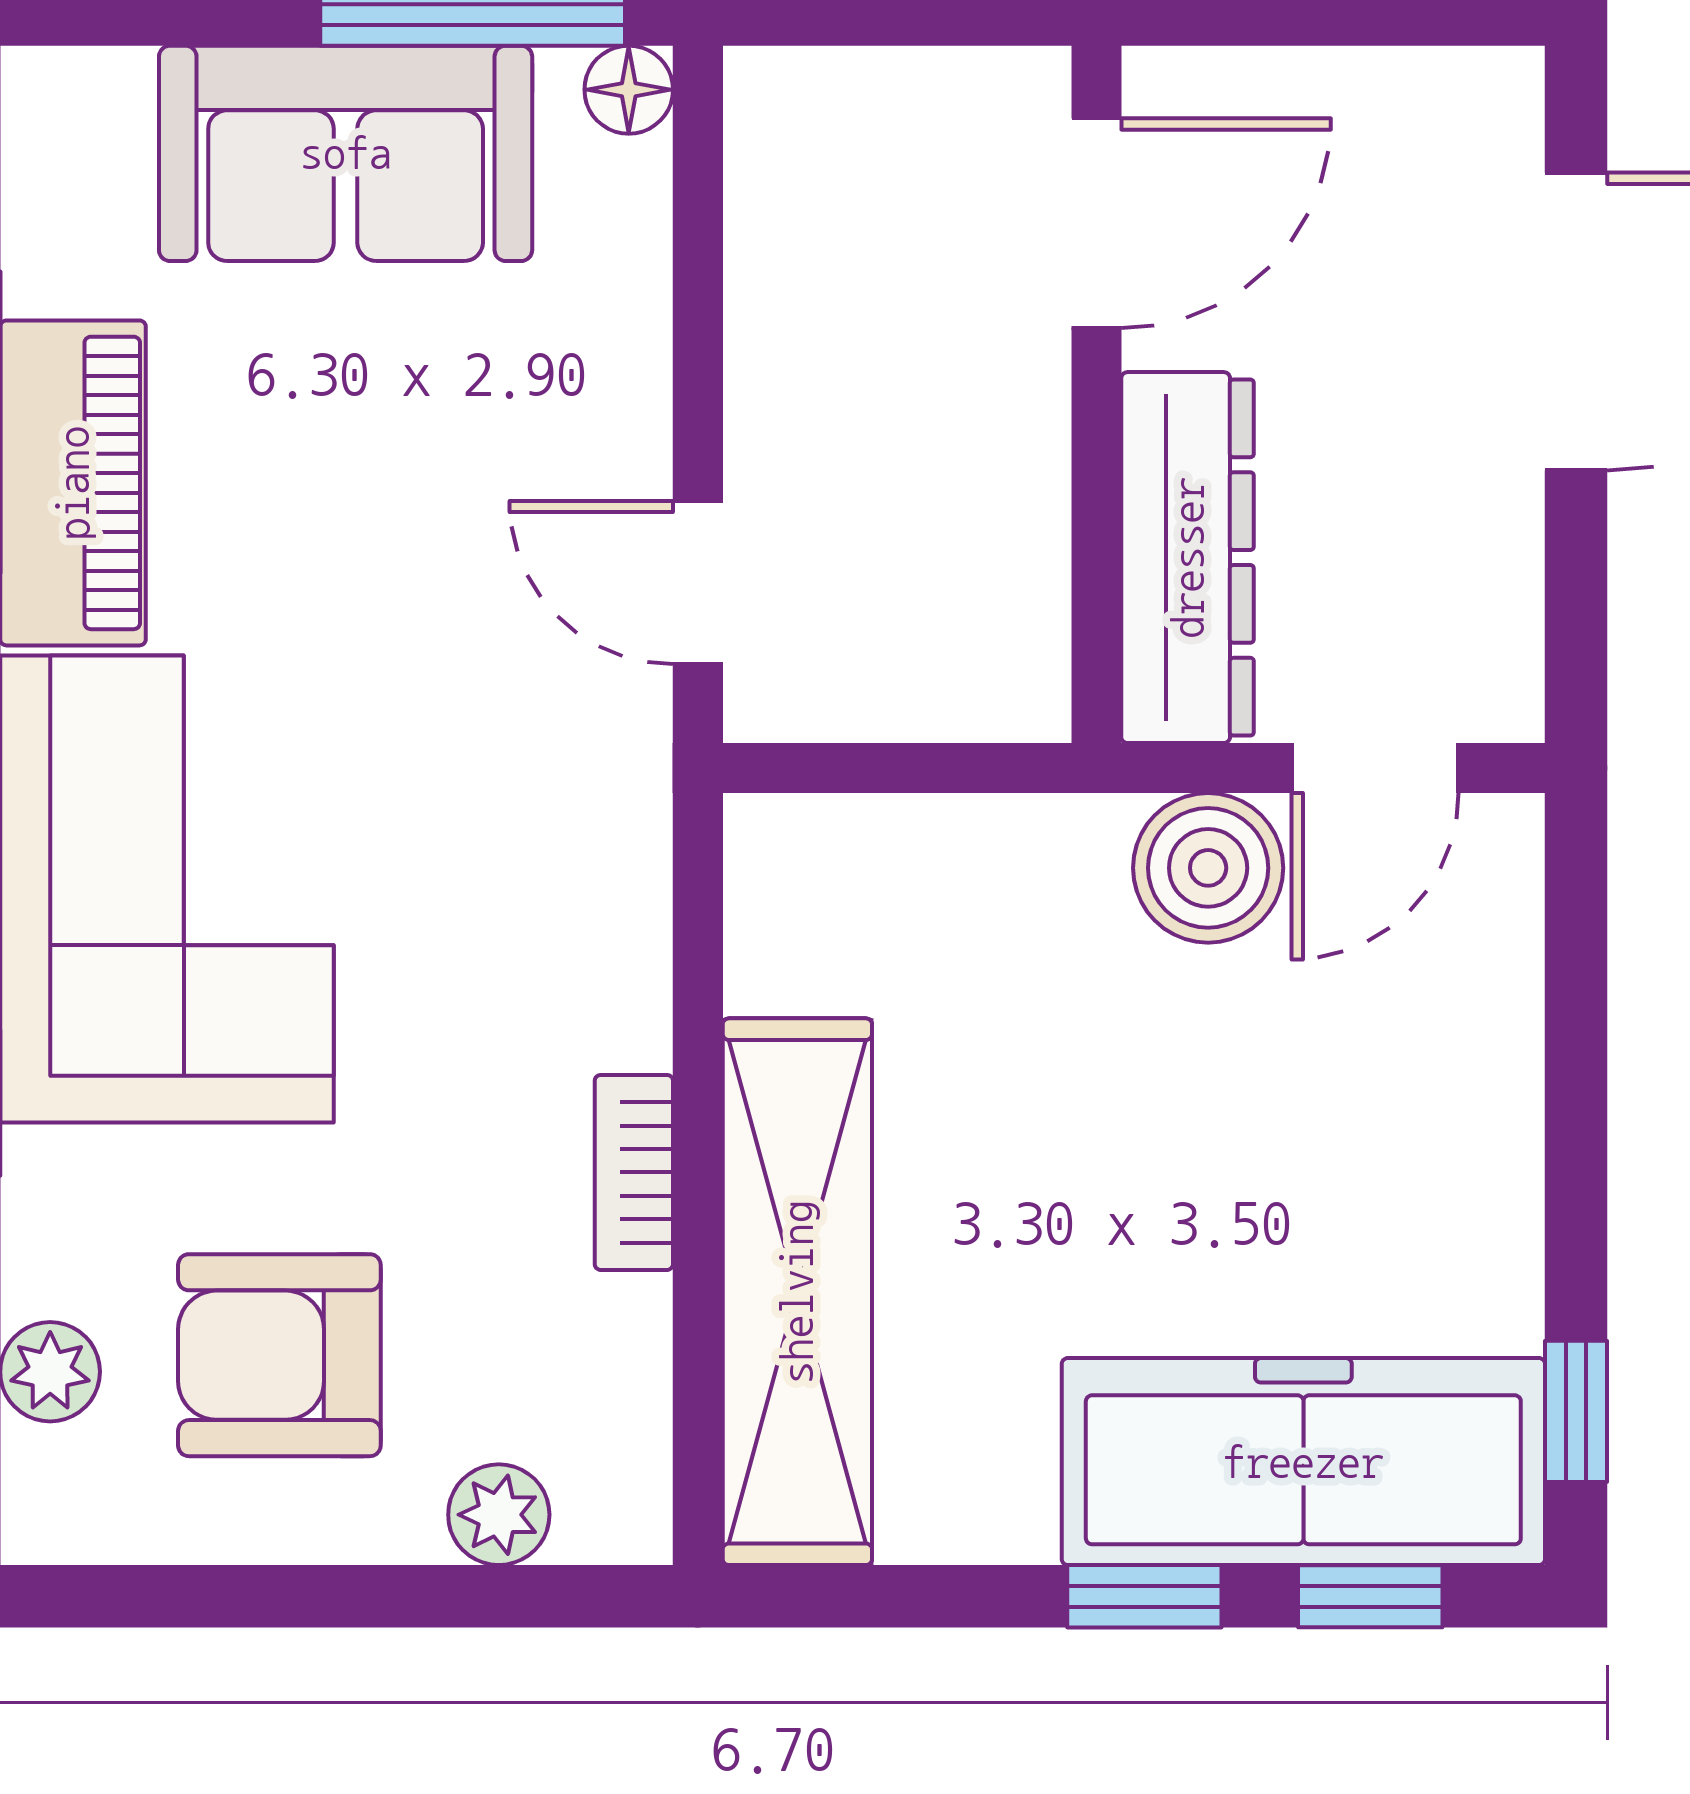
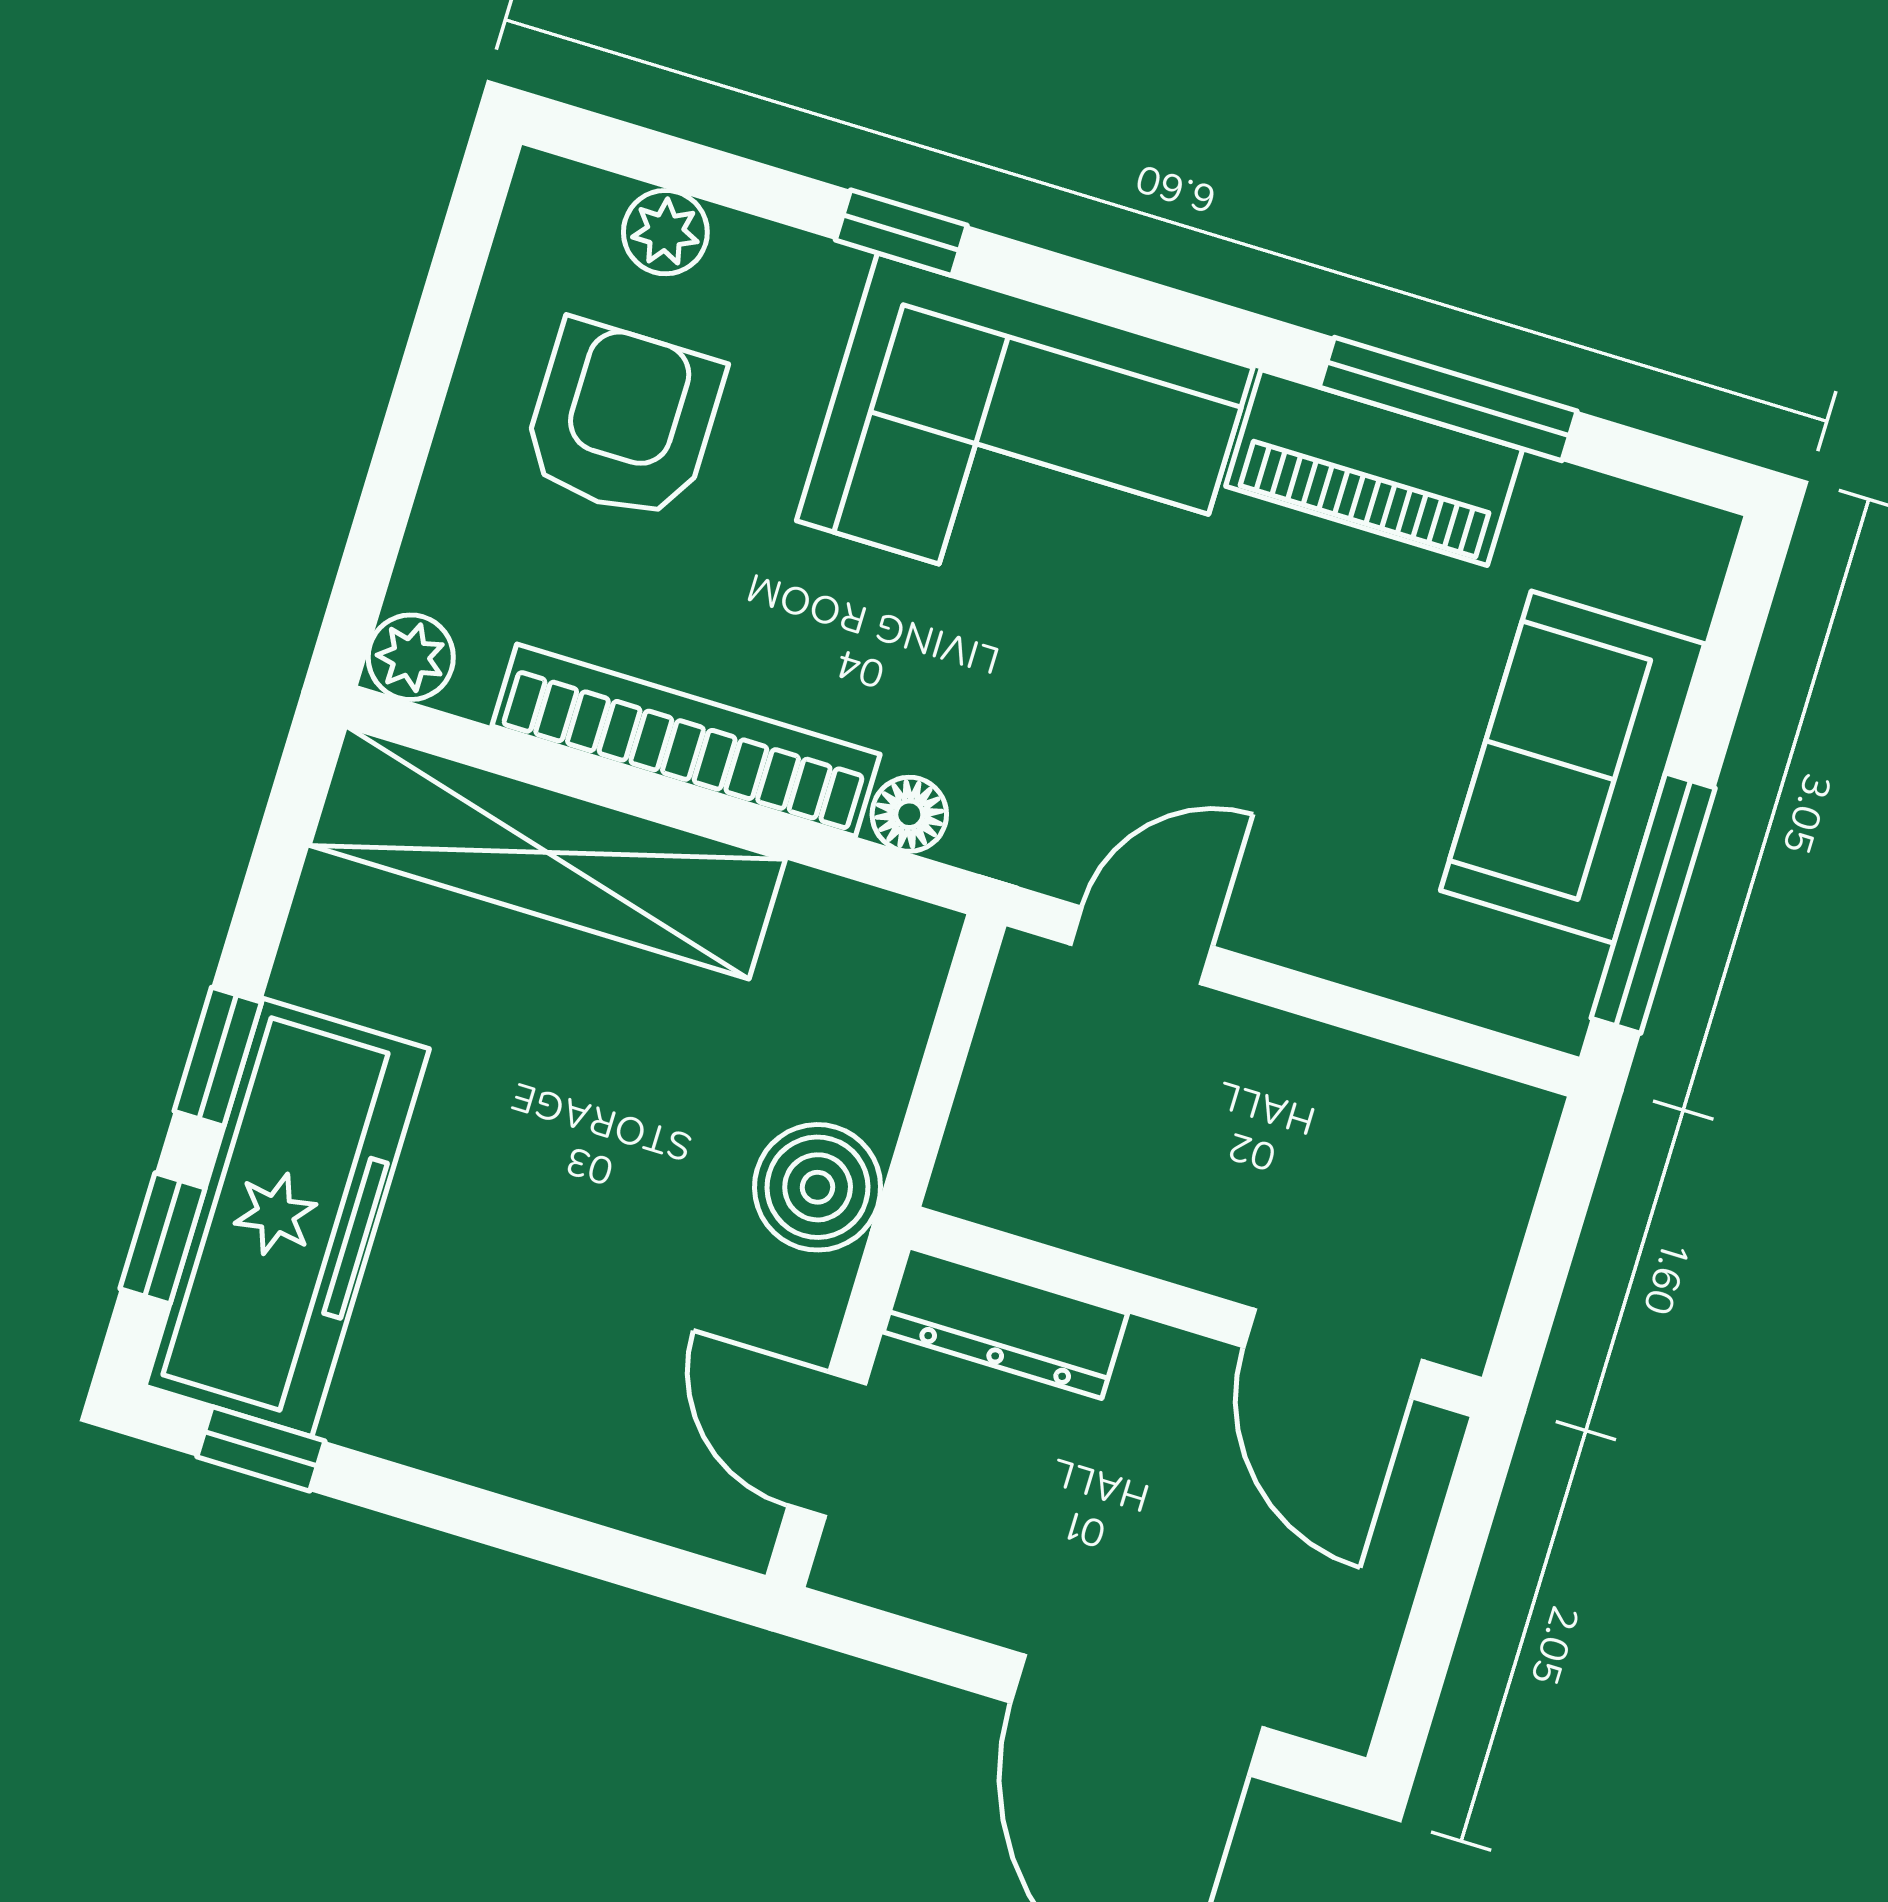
floor lamp: (629, 90) -> (909, 814), moved
dresser: (1188, 558) -> (1005, 1323), width x0.73, depth x0.80
boiler: (1208, 868) -> (818, 1187), moved
bookcase: (634, 1172) -> (686, 740), width x2.31, depth x1.31
plant: (499, 1515) -> (411, 657), moved

